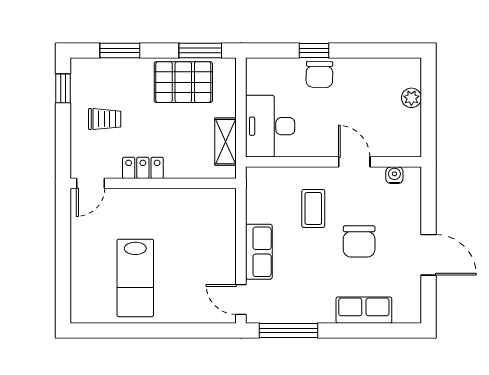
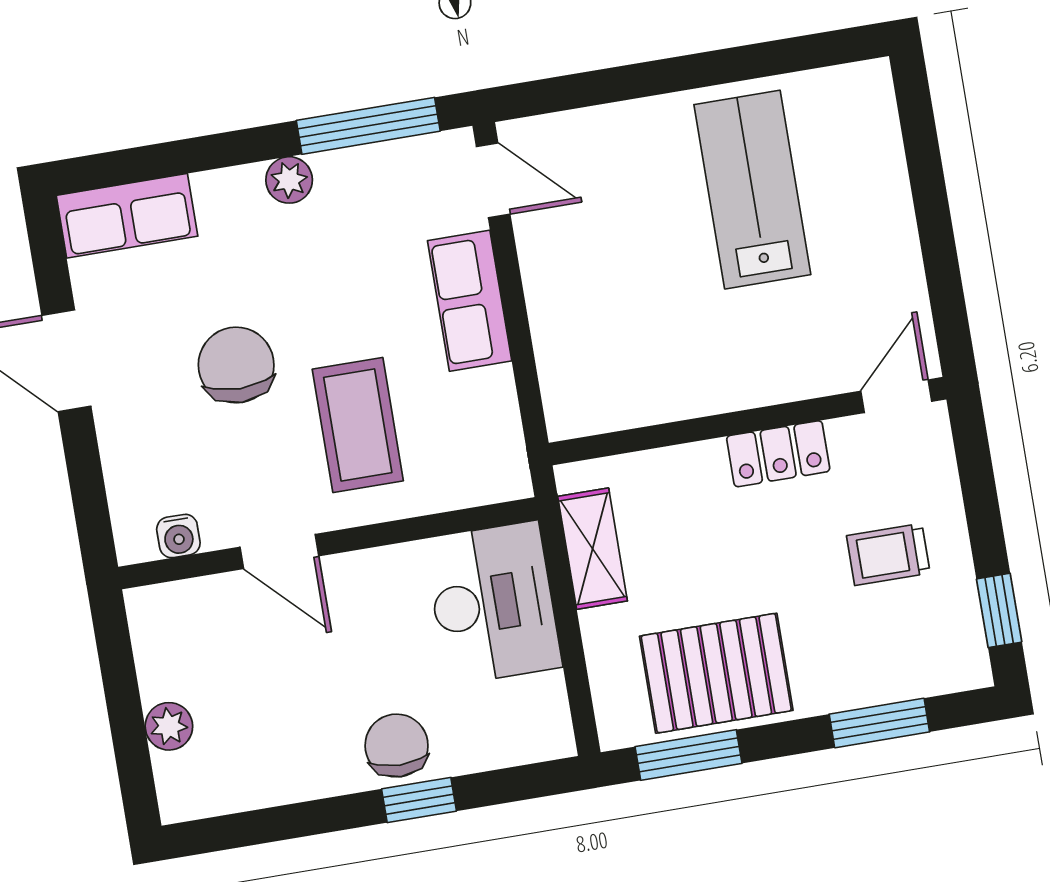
coffee table: (313, 208) -> (358, 425), width x1.36, depth x1.30
row of seats: (364, 310) -> (127, 216), moved
plant: (325, 314) -> (289, 180), added

